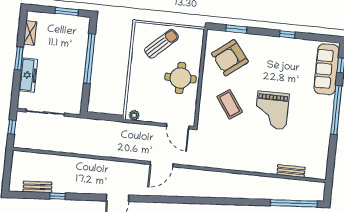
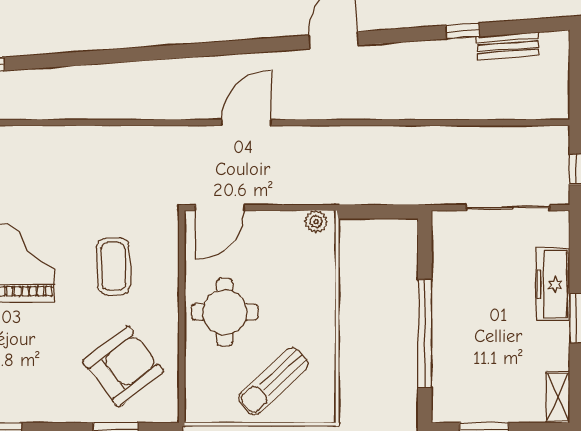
shelving: (30, 33) -> (558, 397), moved
coffee table: (230, 104) -> (113, 266), turned 33
door: (178, 126) -> (220, 208), swing flipped

